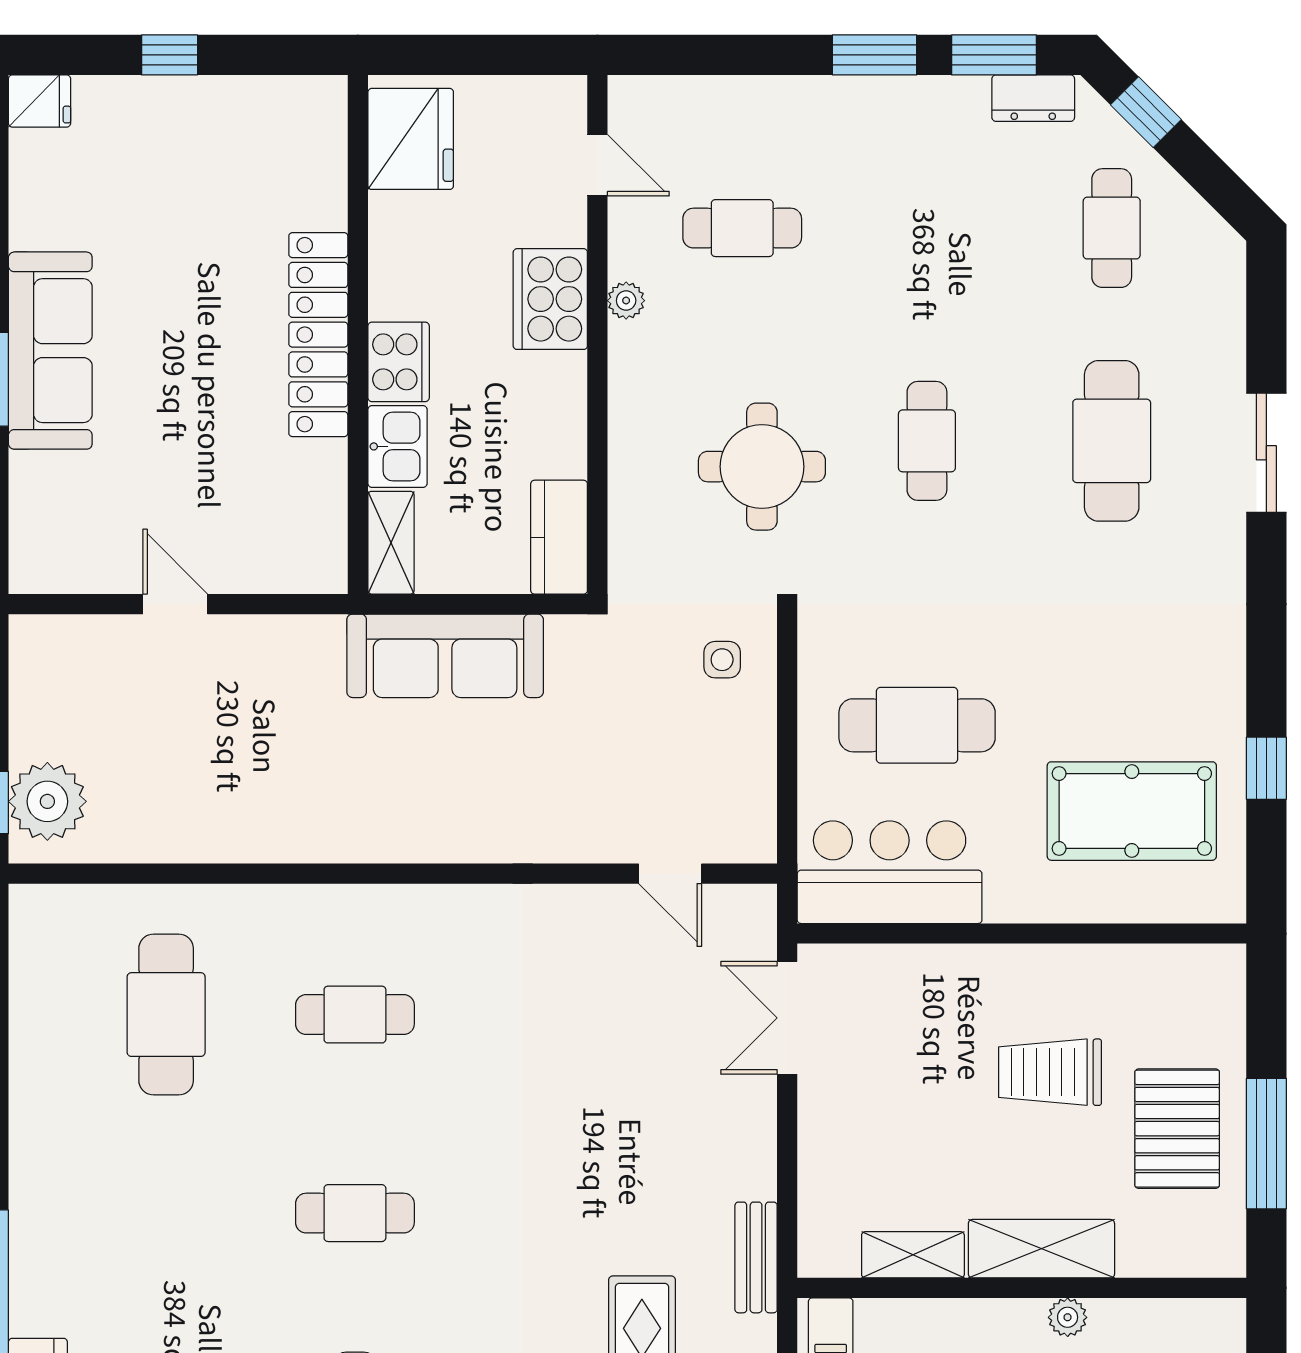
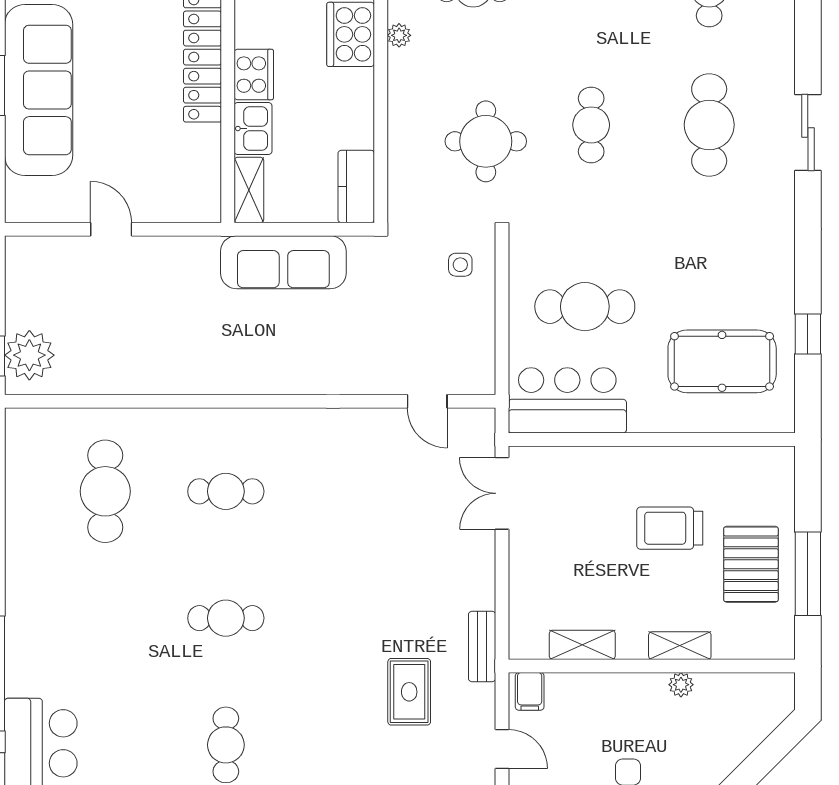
sofa: (50, 351) -> (39, 90), width x1.36, depth x1.27
shelving: (1041, 1249) -> (680, 646), width x0.67, depth x0.75

